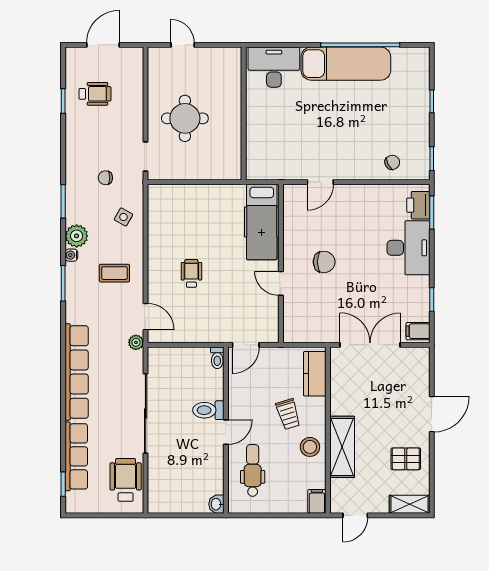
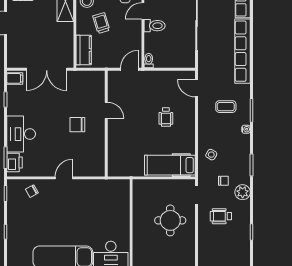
wheelchair: (95, 94) -> (221, 216), moved
door: (320, 182) -> (64, 178), moved
hospital bed: (262, 222) -> (170, 165), moved, turned -90
plant: (77, 236) -> (243, 192), moved
coffee table: (114, 273) -> (226, 107), moved
plant: (136, 342) -> (203, 71), removed

